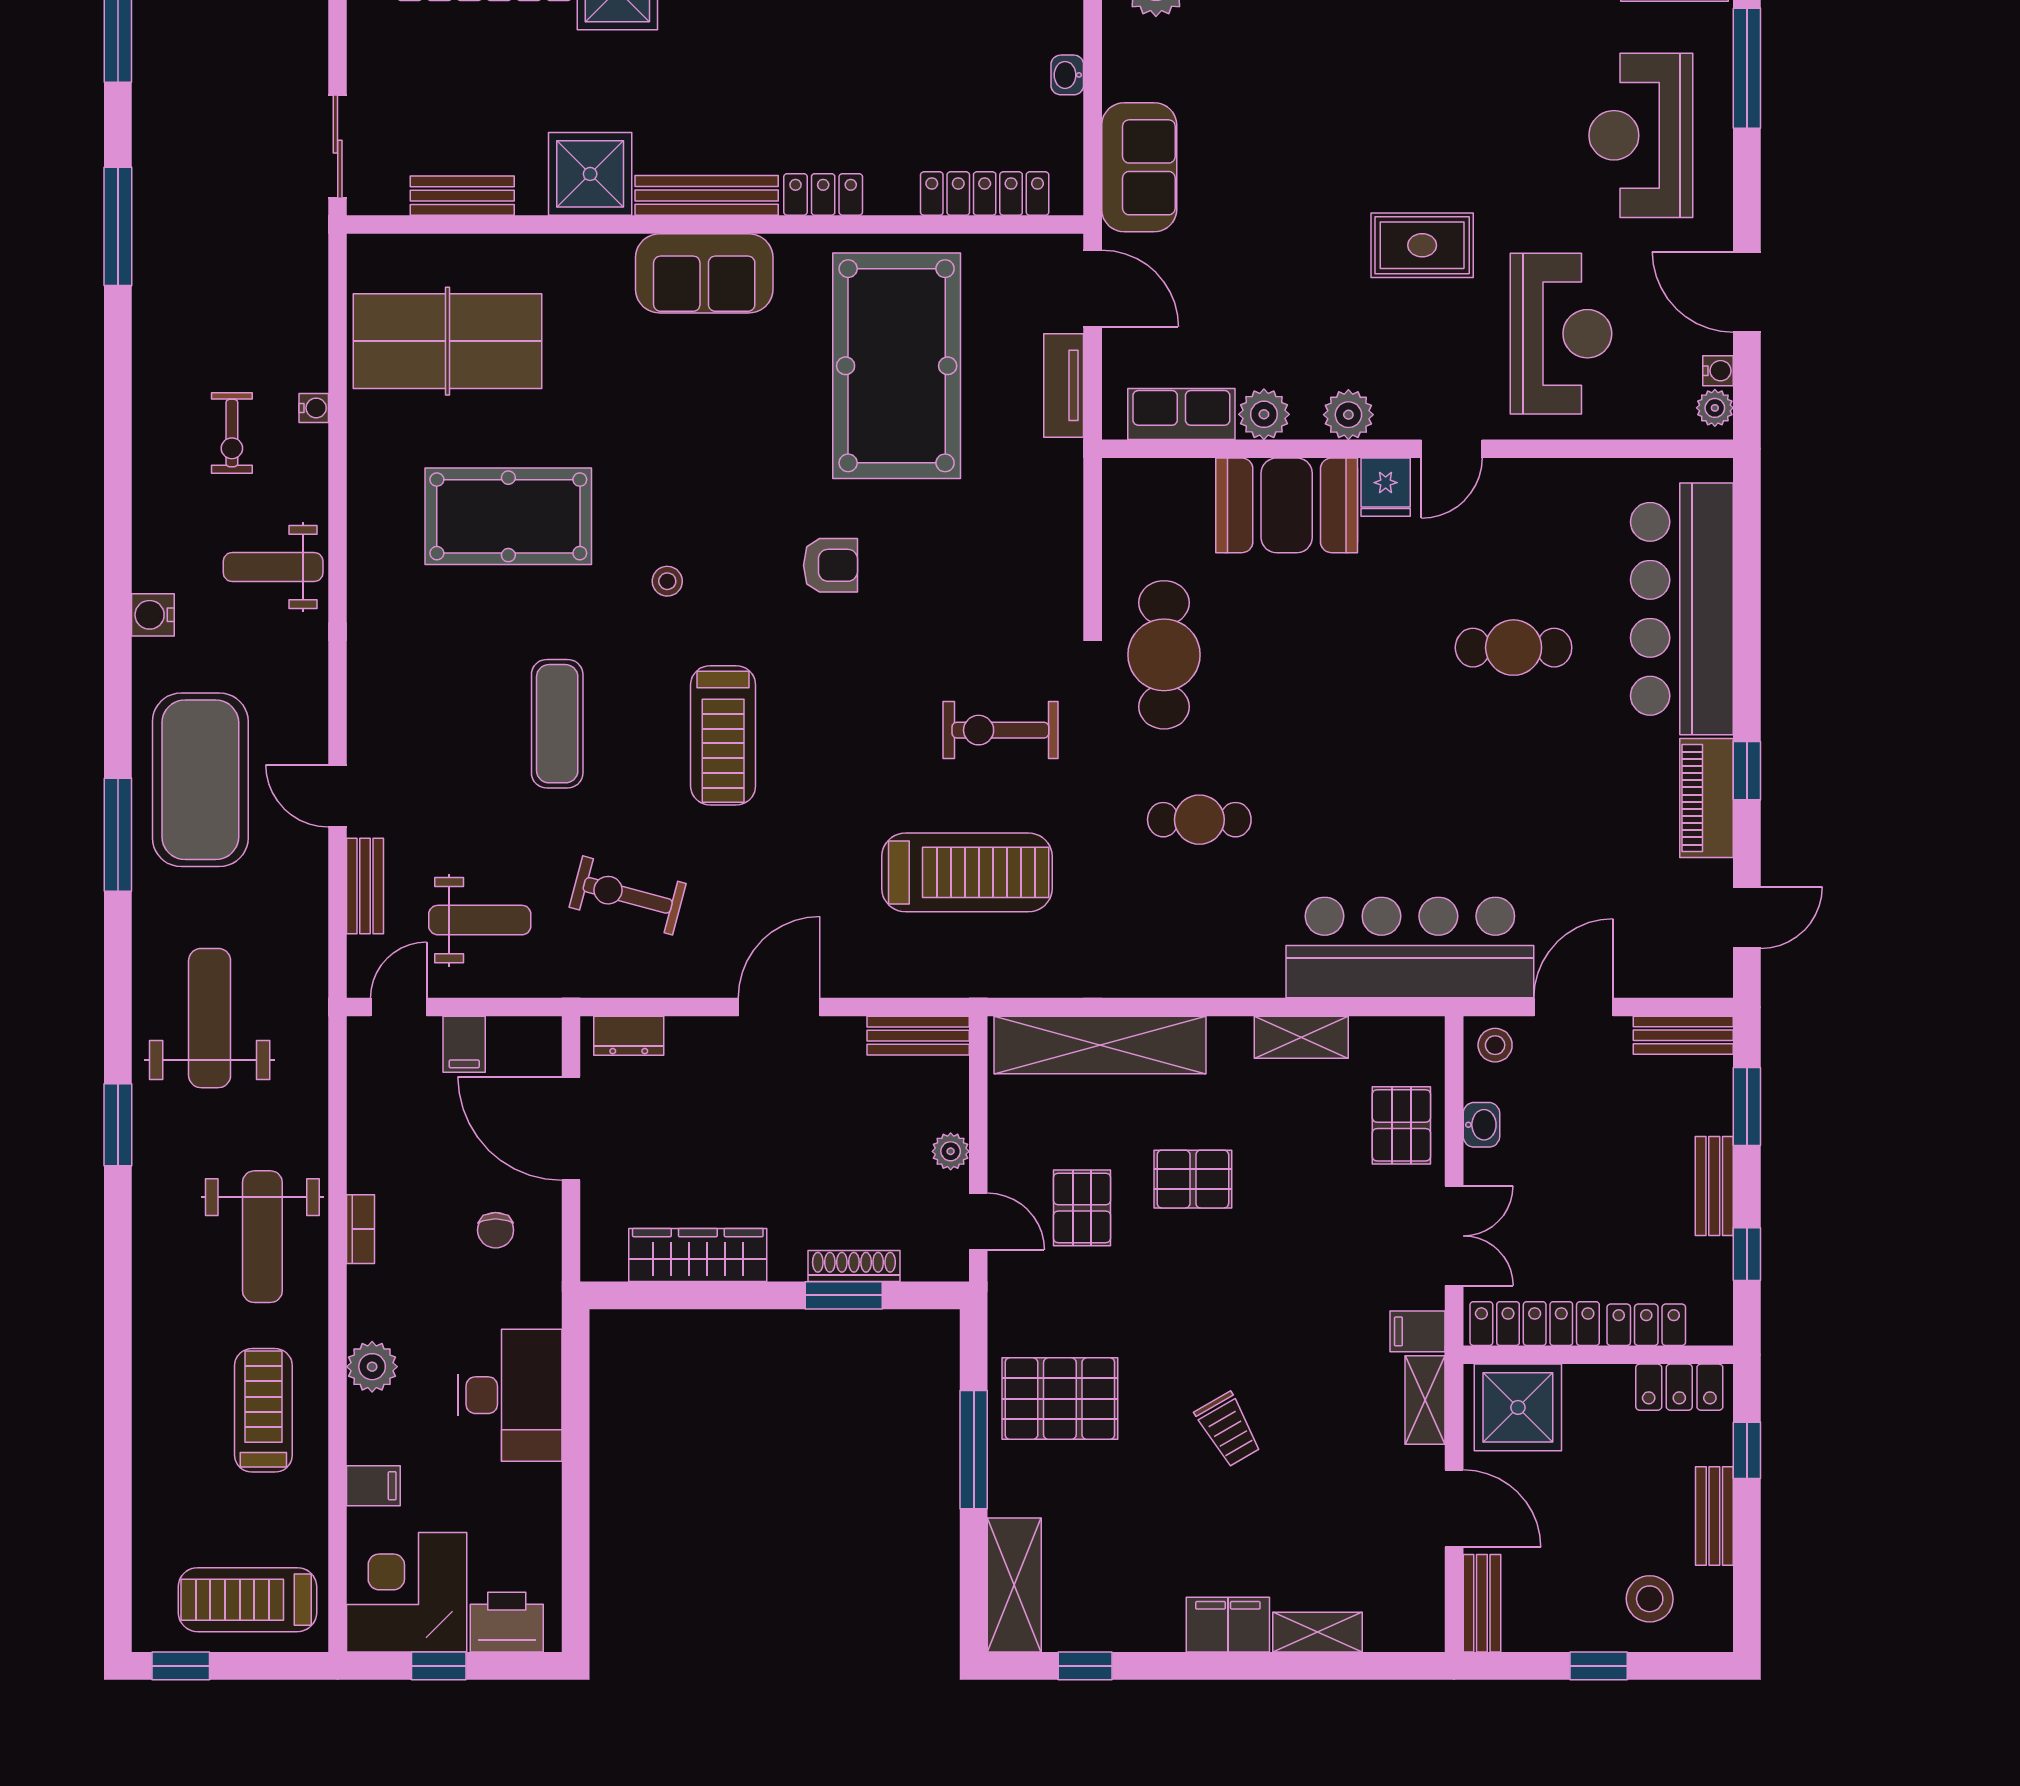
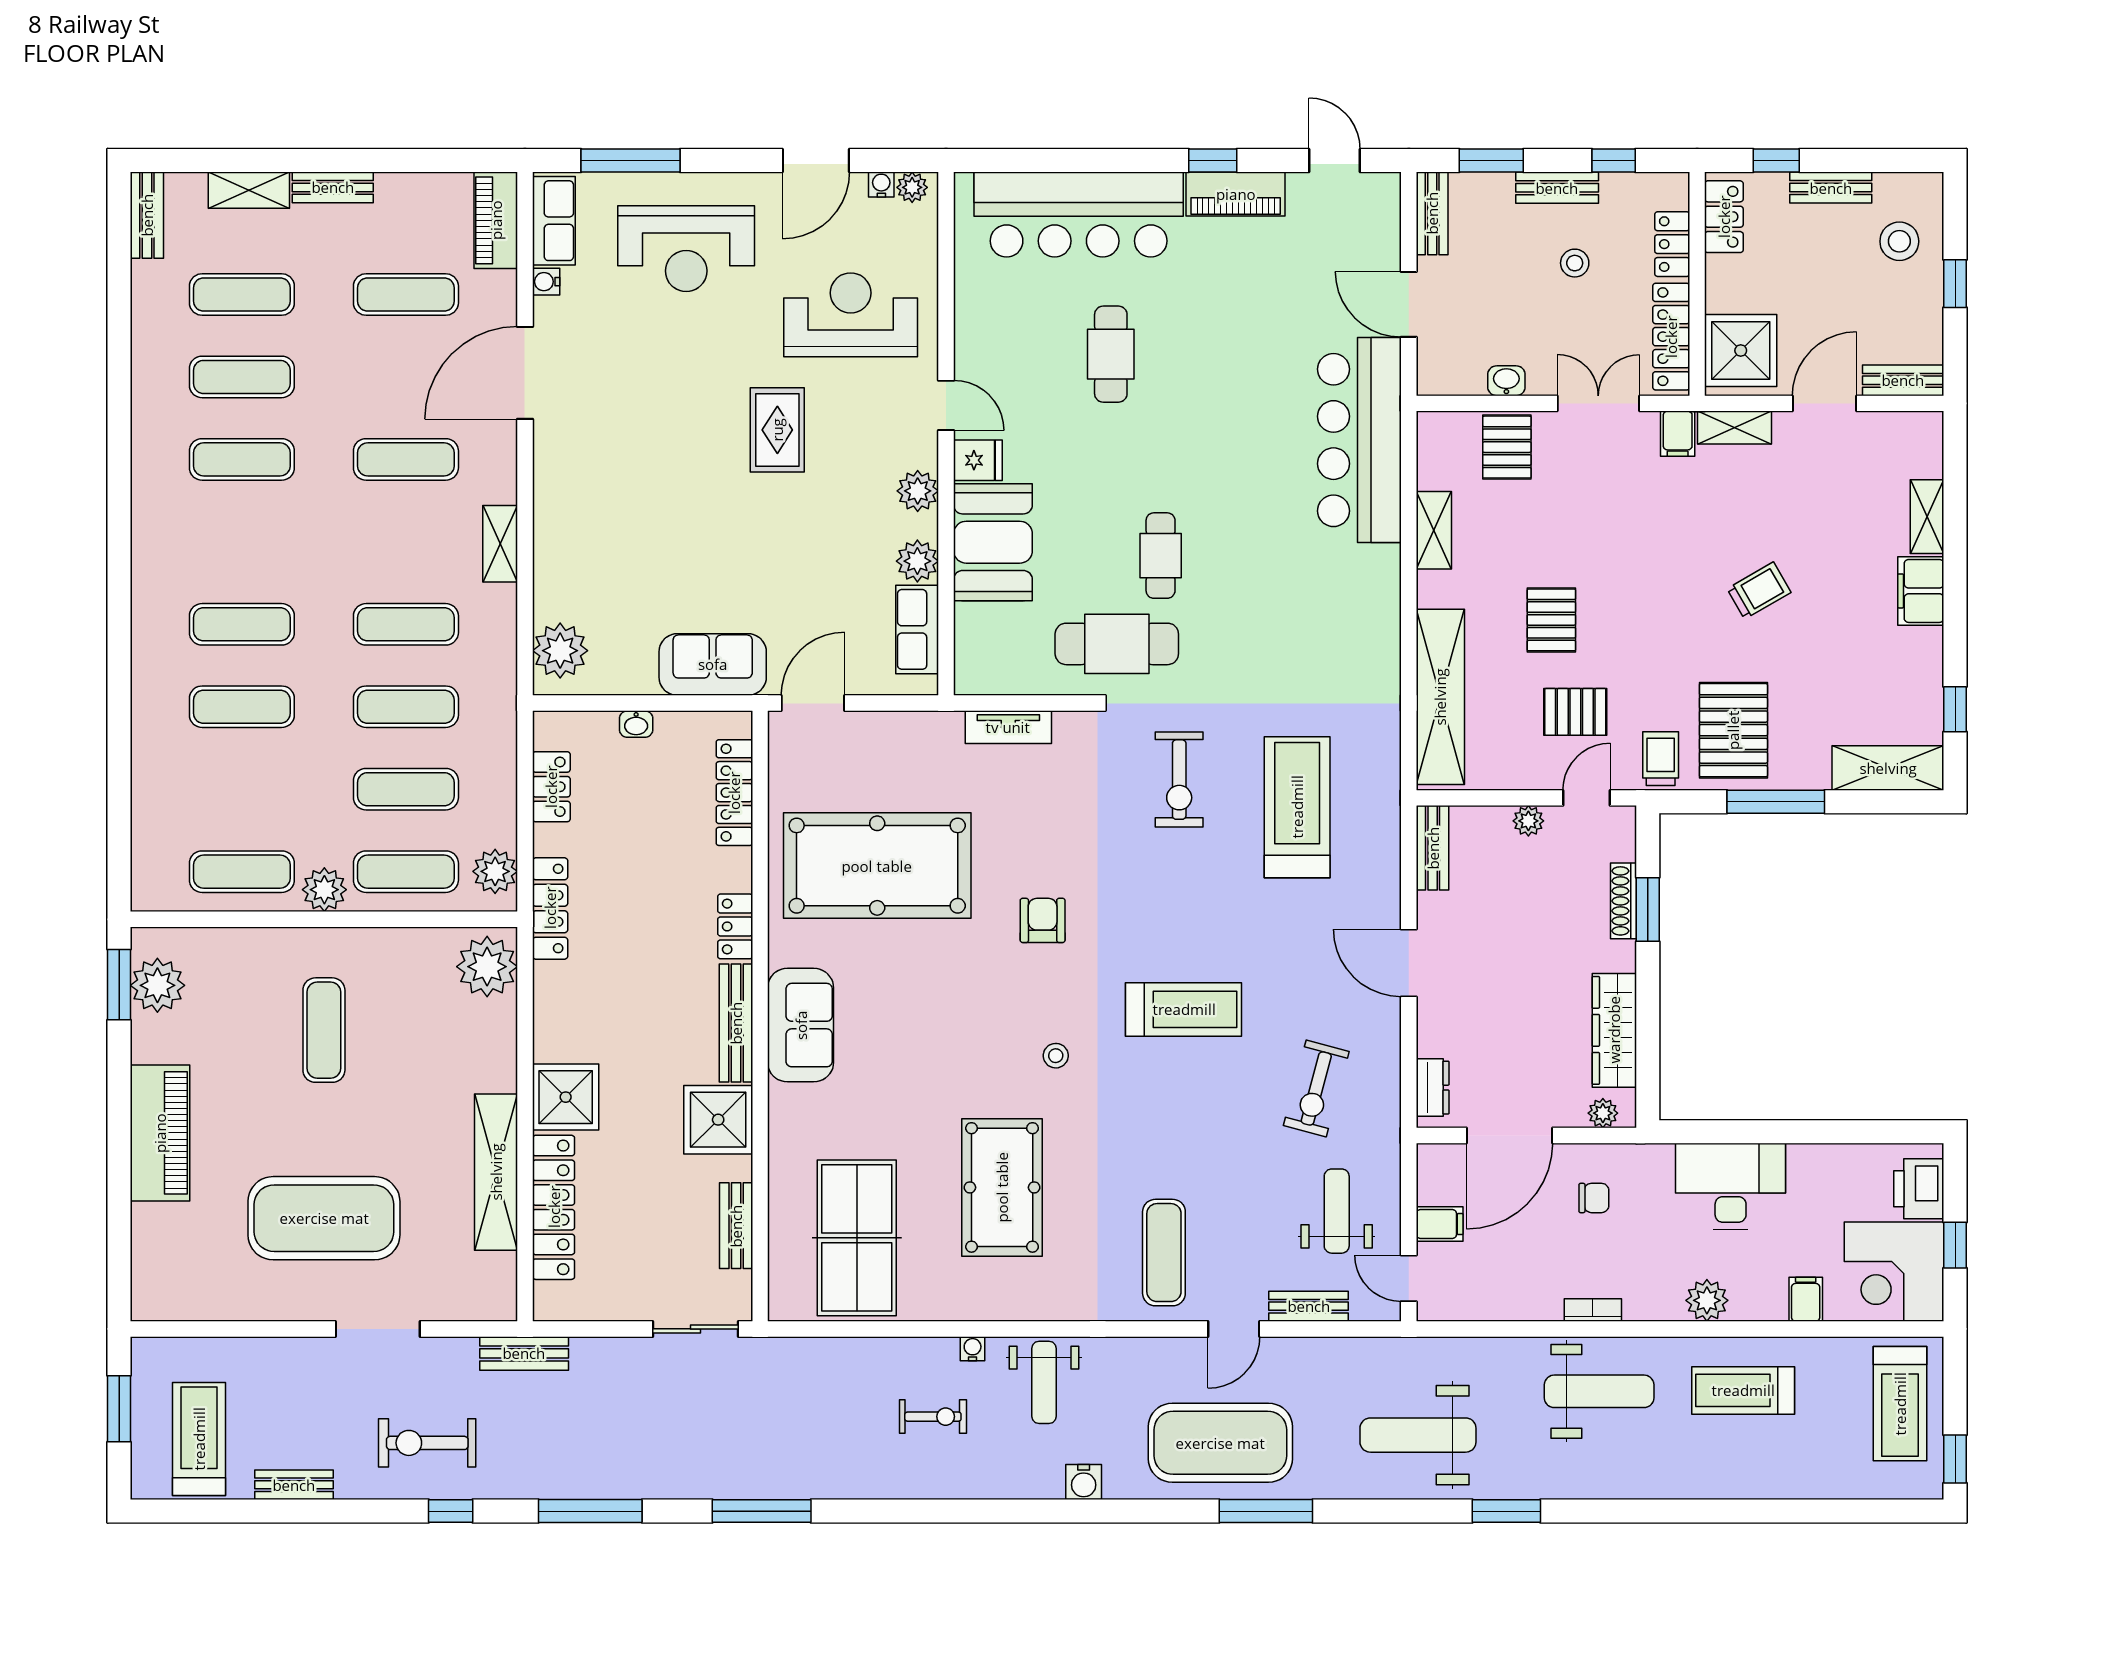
tv unit: (1064, 385) -> (1008, 727), moved
water cooler: (314, 408) -> (973, 1349), moved
exercise mat: (557, 724) -> (1164, 1253), moved, turned 90
cafe table: (1199, 820) -> (1161, 556), moved
stool: (1495, 1045) -> (1575, 263), moved
pallet: (1401, 1125) -> (1507, 447), turned 90
plant: (598, 1241) -> (1603, 1113), added
trolley: (1026, 1311) -> (1661, 759), added

